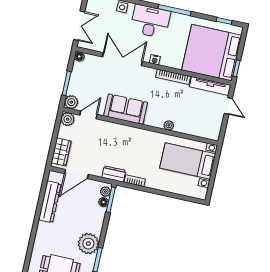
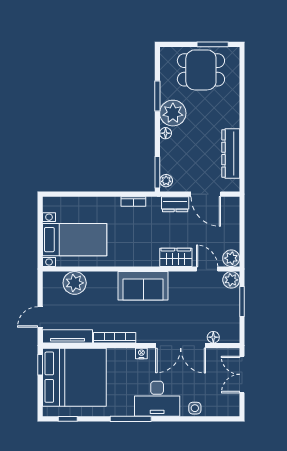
floor lamp: (79, 57) -> (213, 337), moved
door: (228, 106) -> (40, 317), hinge flipped
sofa: (126, 109) -> (143, 286), moved
door: (88, 115) -> (207, 269), swing flipped
plant: (169, 125) -> (75, 283), moved, width x1.88, depth x1.88
wardrobe: (61, 152) -> (176, 257), moved, turned 90
door: (76, 174) -> (206, 194), swing flipped
dresser: (114, 174) -> (175, 204), moved
floor lamp: (103, 202) -> (166, 133), moved

